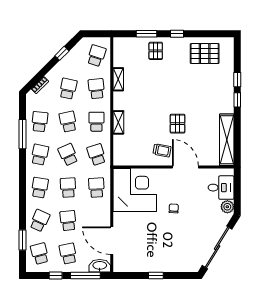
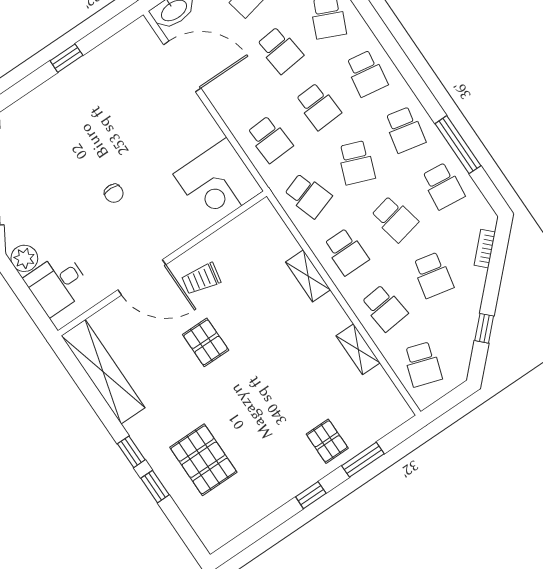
pallet: (205, 54) -> (203, 460), moved, turned 90
school desk: (68, 155) -> (356, 163), turned 45
corner desk: (135, 190) -> (218, 182), width x0.74, depth x0.74

